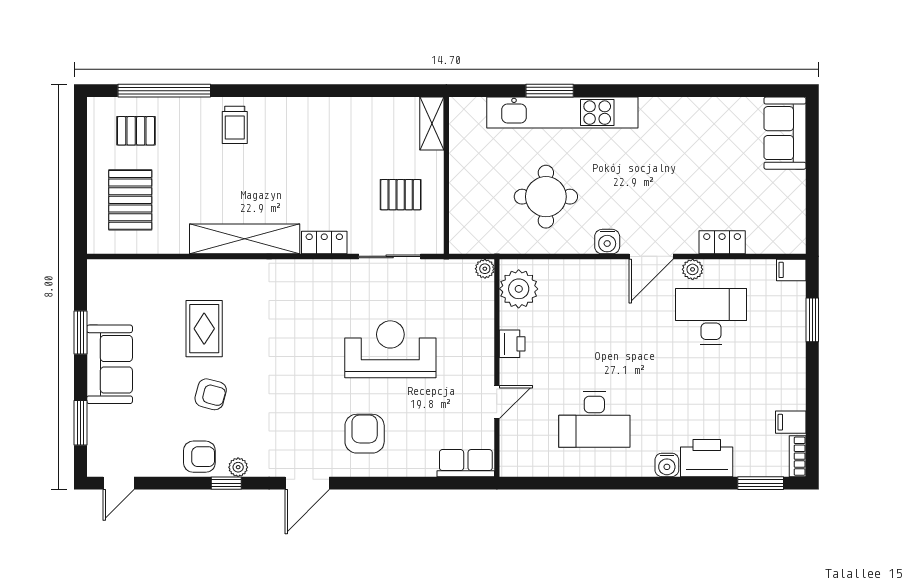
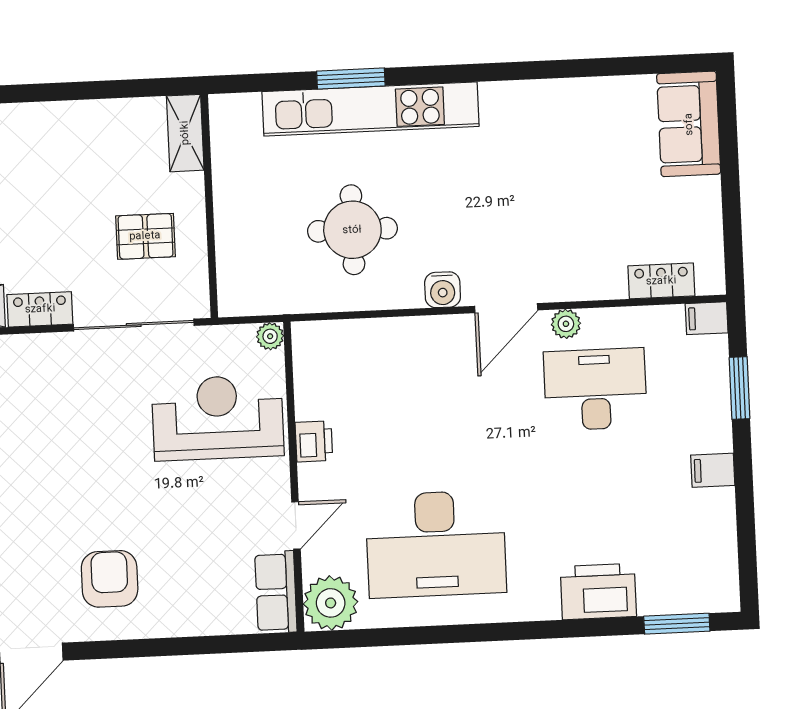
locker: (722, 242) -> (661, 281), moved
sliding door: (390, 256) -> (134, 325), width x1.37
plant: (519, 289) -> (331, 603), moved
reception desk: (390, 349) -> (218, 418), moved
desk: (594, 420) -> (436, 544), width x1.36, depth x1.30
filing cabinet: (791, 422) -> (713, 470), moved
bookcase: (798, 456) -> (728, 583), removed
row of seats: (466, 463) -> (276, 592), moved, turned -90
water cooler: (667, 465) -> (542, 604), removed

